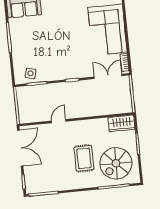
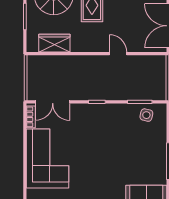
door: (59, 121) -> (118, 54), swing flipped
wardrobe: (122, 123) -> (54, 43), moved

